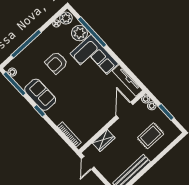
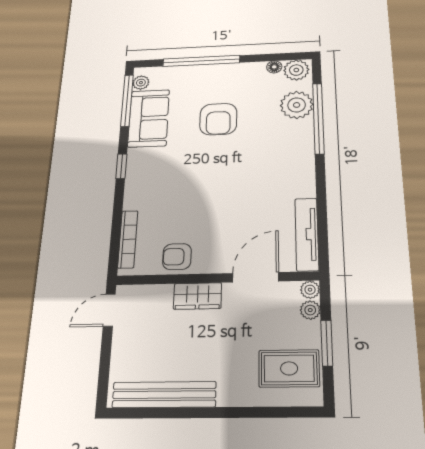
corner sofa: (94, 59) -> (283, 158), removed
armchair: (56, 63) -> (218, 119), turned -90
sofa: (40, 95) -> (149, 118), moved
armchair: (92, 126) -> (177, 257), added
rug: (151, 136) -> (289, 368), moved
wardrobe: (104, 140) -> (198, 296), moved

